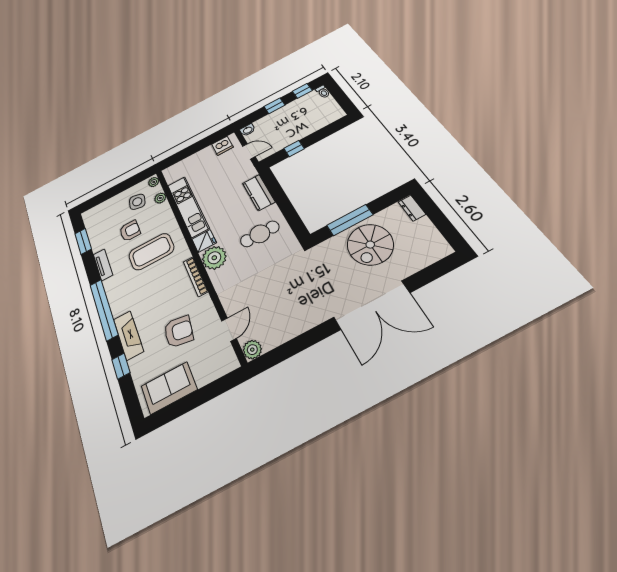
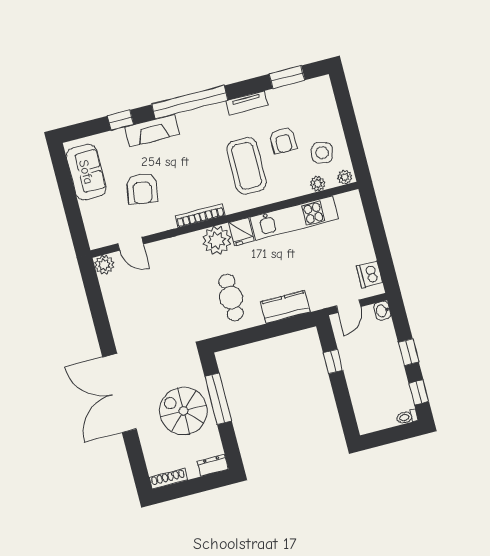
shoe rack: (439, 241) -> (168, 479), added

